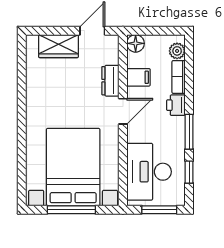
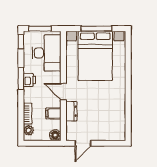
wardrobe: (58, 46) -> (105, 133), removed
printer: (176, 105) -> (29, 80), moved
door: (123, 111) -> (63, 92), hinge flipped
window: (189, 172) -> (21, 42), moved

